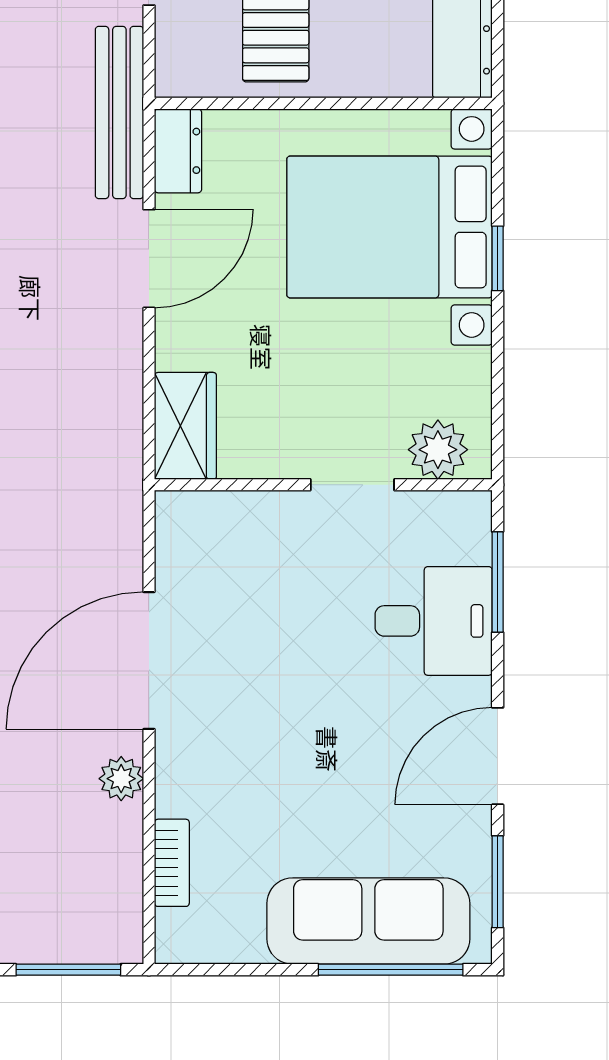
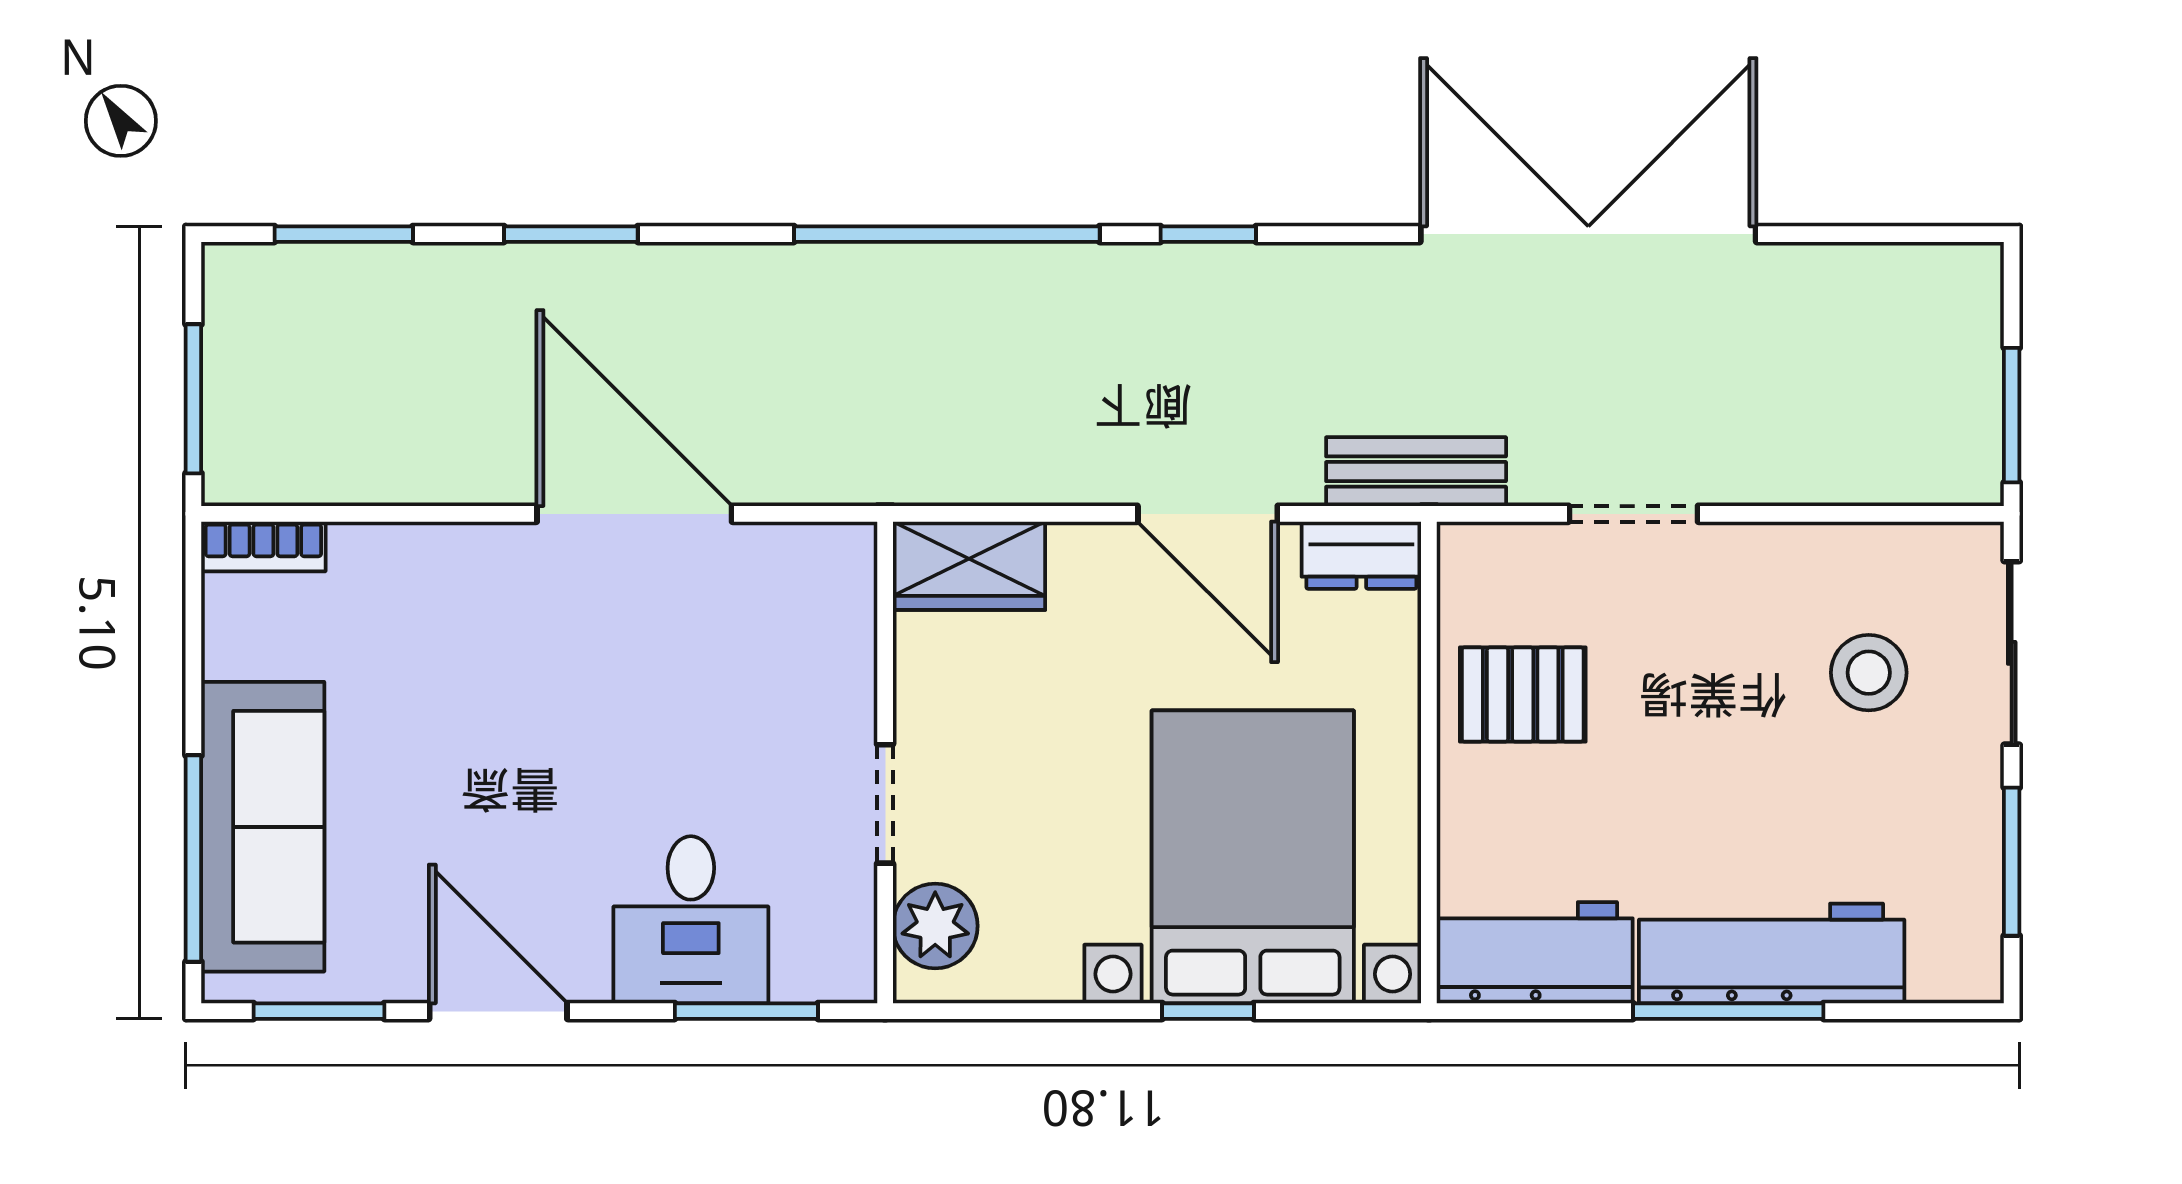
bench: (119, 112) -> (1416, 472), width x0.73
plant: (121, 779) -> (466, 474), removed
bookcase: (172, 863) -> (263, 546), moved

